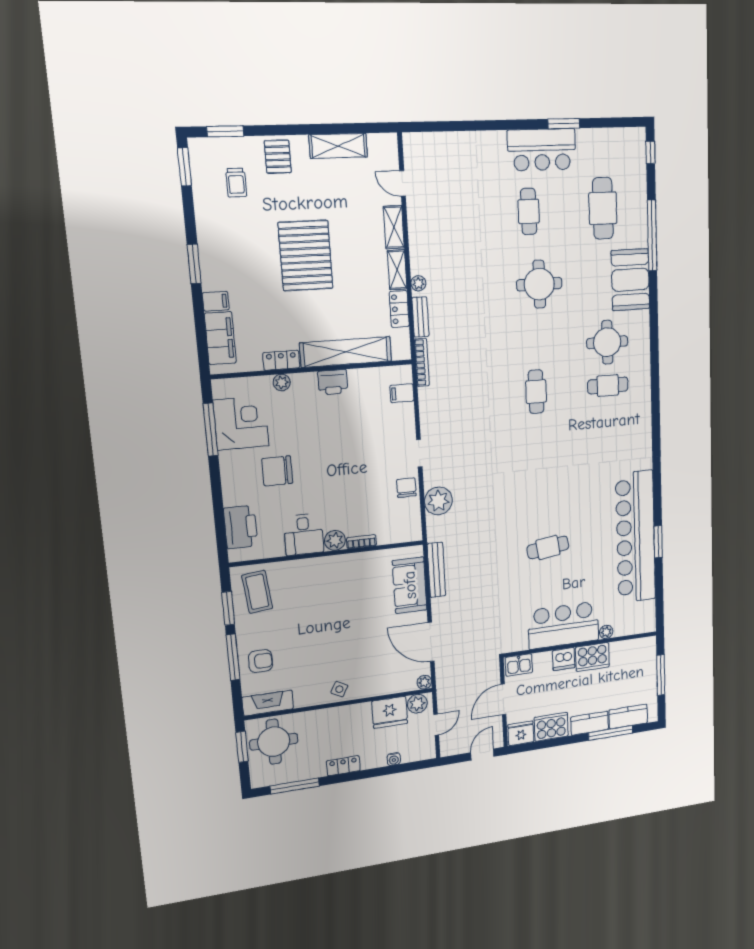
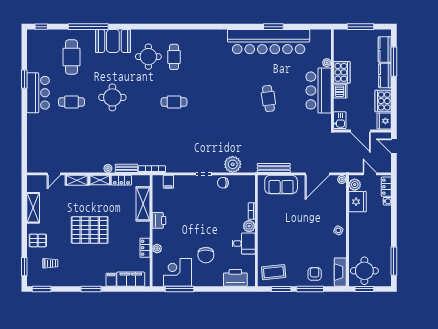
cafe table: (603, 208) -> (72, 57), turned 90
shelving: (346, 352) -> (143, 204), width x0.68
locker: (343, 766) -> (386, 187), moved

